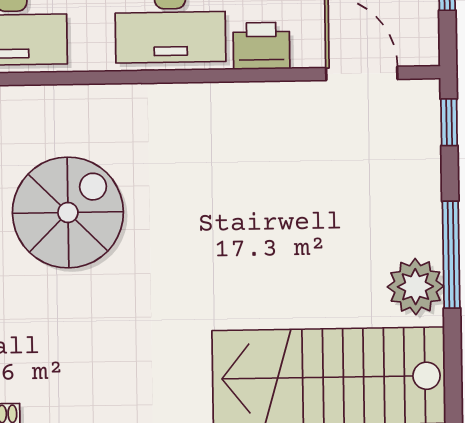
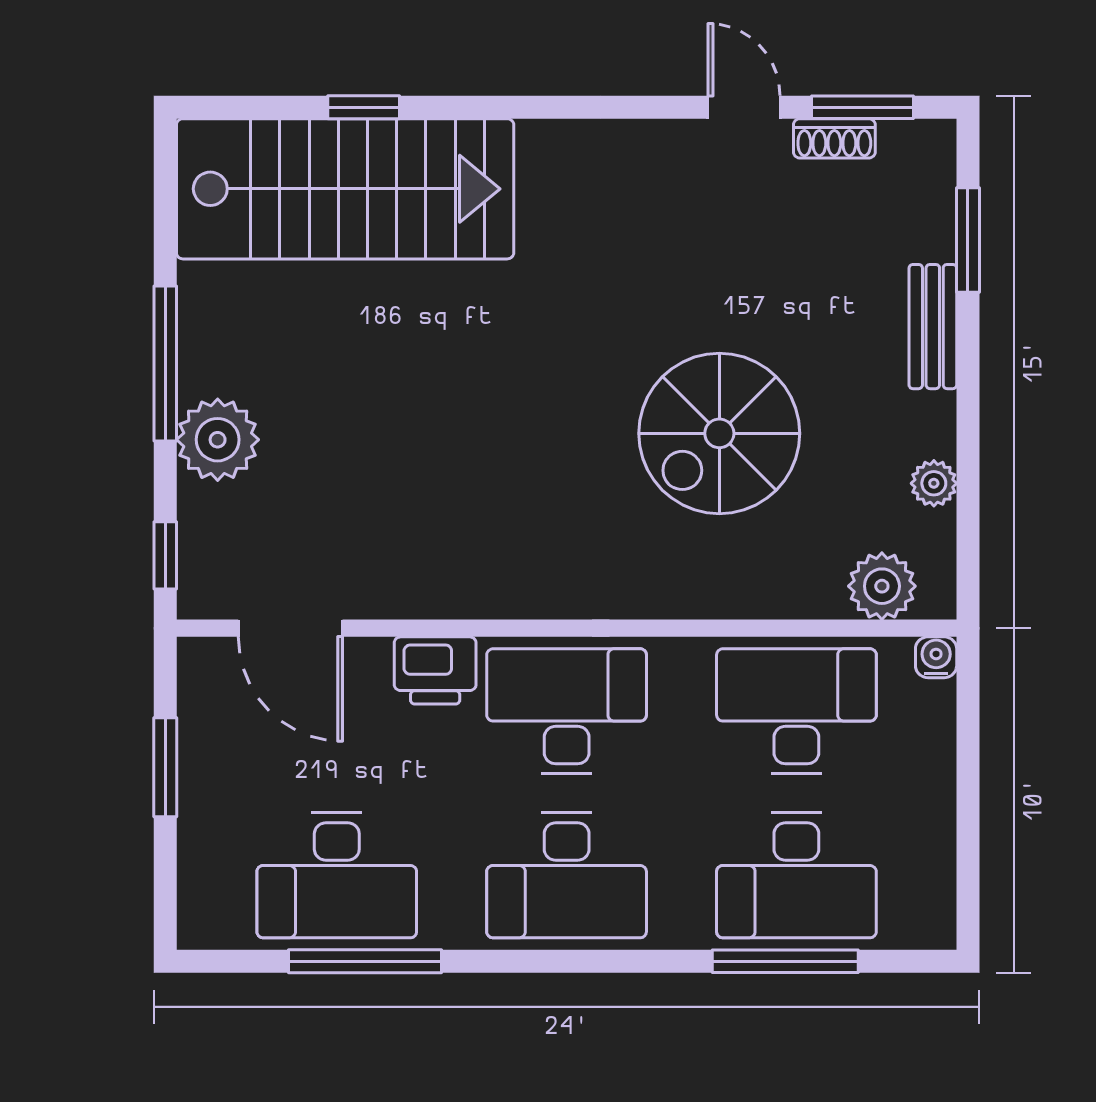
plant: (415, 287) -> (218, 440), moved

